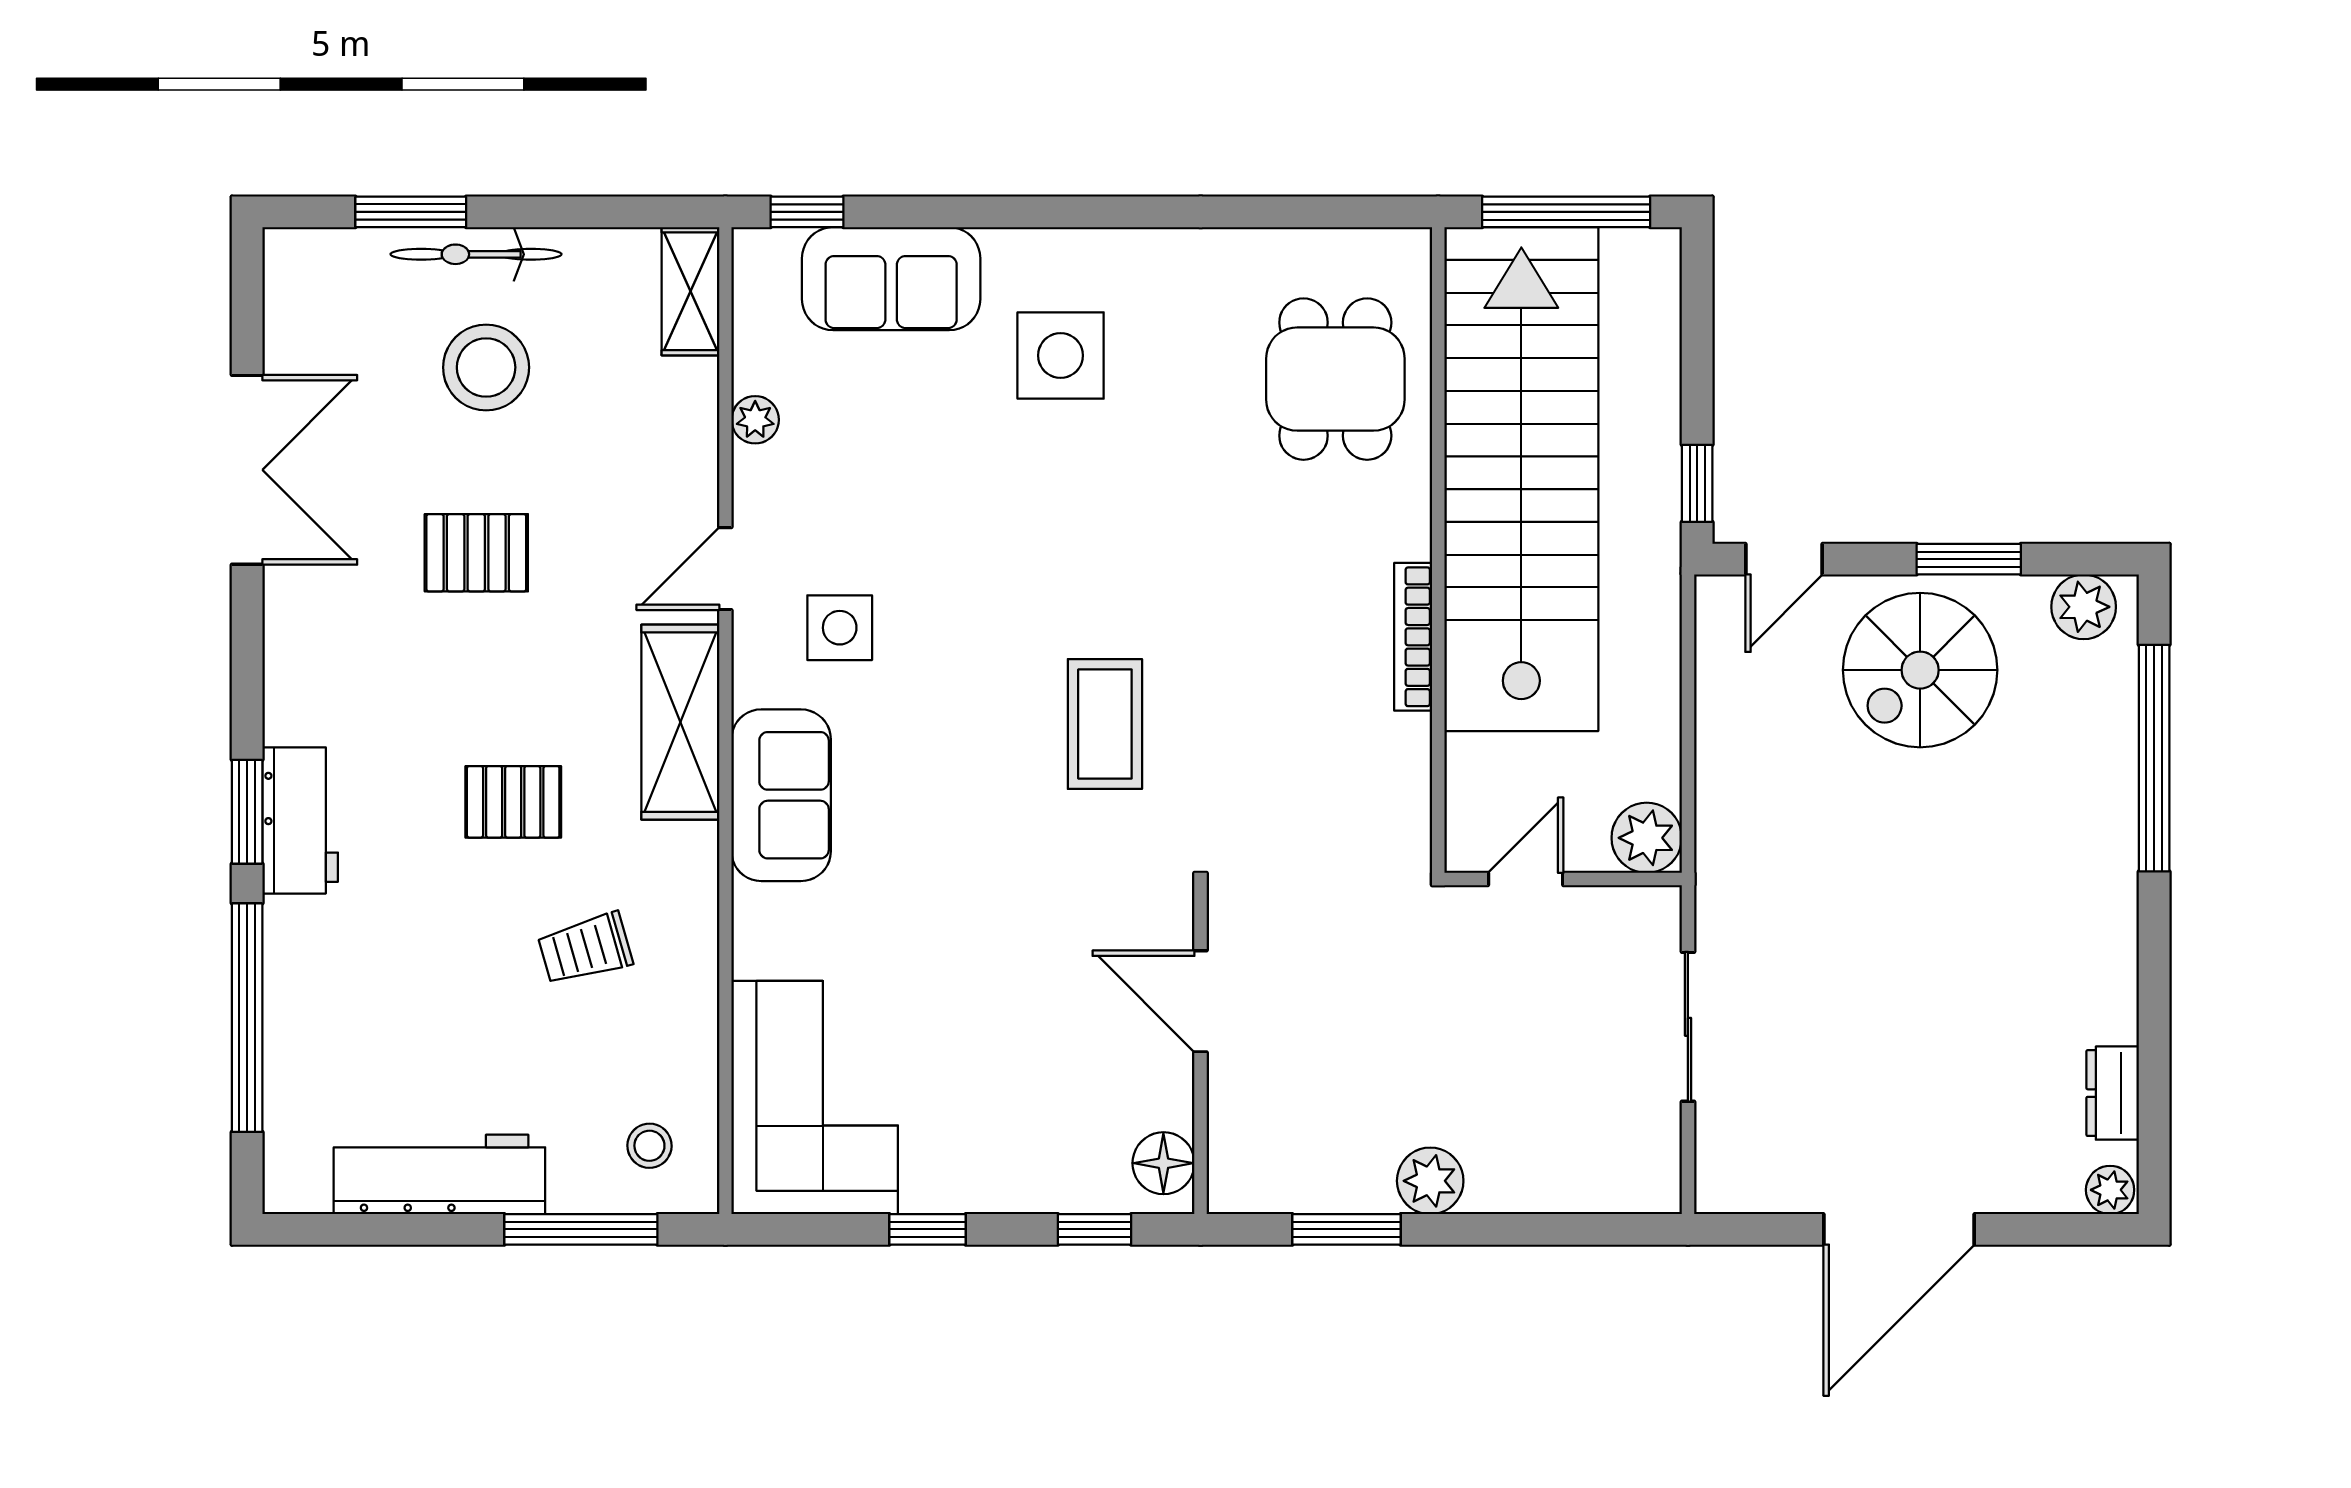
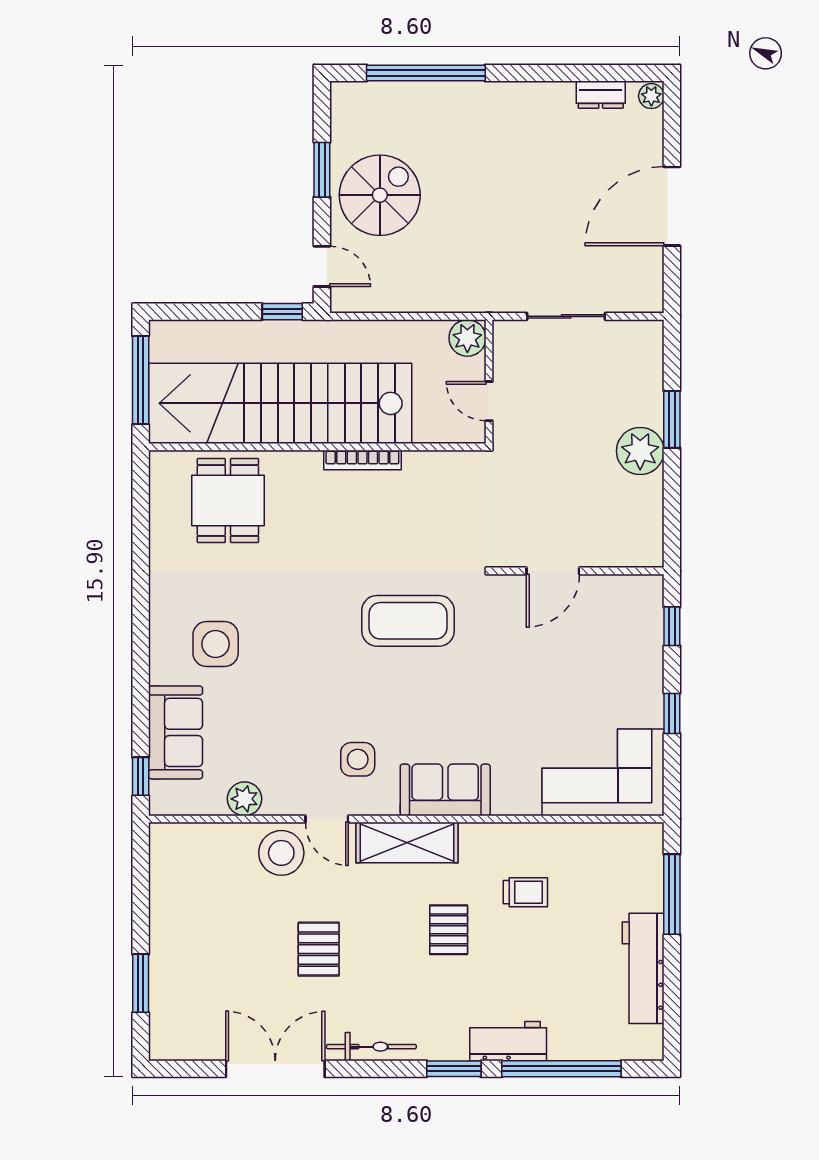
bicycle: (476, 254) -> (371, 1047), moved, turned -90
shelving: (690, 291) -> (182, 837), removed
stool: (486, 367) -> (281, 853), moved
dining table: (1335, 379) -> (228, 501), turned 90
plant: (755, 420) -> (245, 799), width x1.38, depth x1.38
plant: (2084, 607) -> (347, 110), removed
spiral stairs: (1920, 670) -> (380, 195), turned -90
coffee table: (1105, 724) -> (408, 621), width x1.36, depth x1.32
workbench: (300, 820) -> (508, 1041), moved
trolley: (585, 949) -> (525, 892), turned -74
stool: (649, 1146) -> (628, 859), removed
floor lamp: (1163, 1163) -> (637, 590), removed
plant: (1430, 1181) -> (640, 451), width x1.36, depth x1.36
window: (1346, 1229) -> (672, 419), moved
door: (1899, 1229) -> (672, 206), swing flipped

